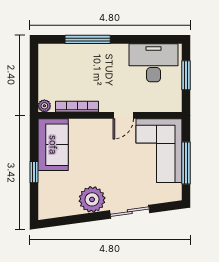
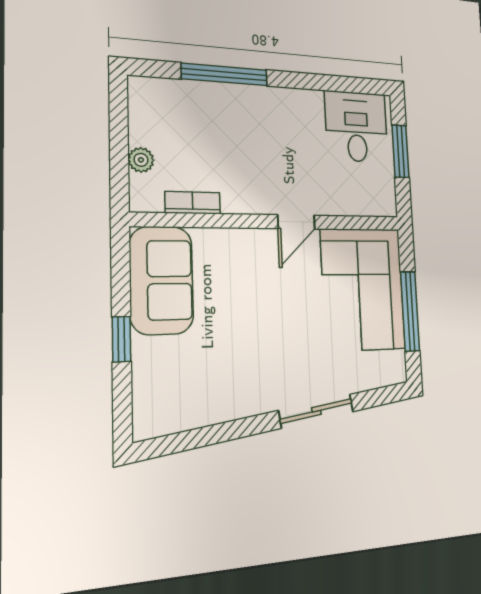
desk: (154, 63) -> (356, 127), width x0.73
plant: (44, 106) -> (141, 160), moved
bookcase: (77, 107) -> (193, 203), width x0.64
plant: (92, 199) -> (243, 391), removed

